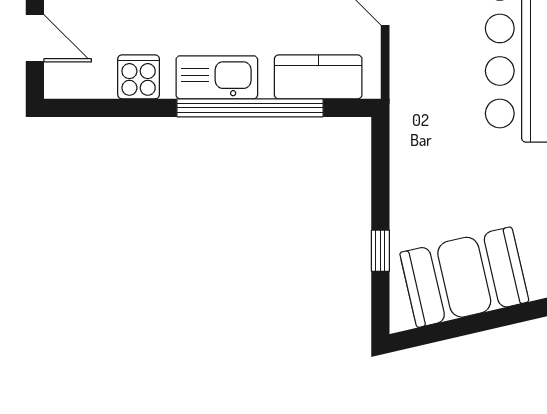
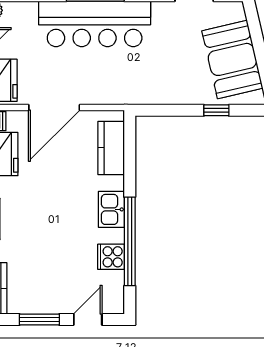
kitchen sink: (217, 77) -> (111, 209), width x0.73
window: (250, 108) -> (130, 241), moved

